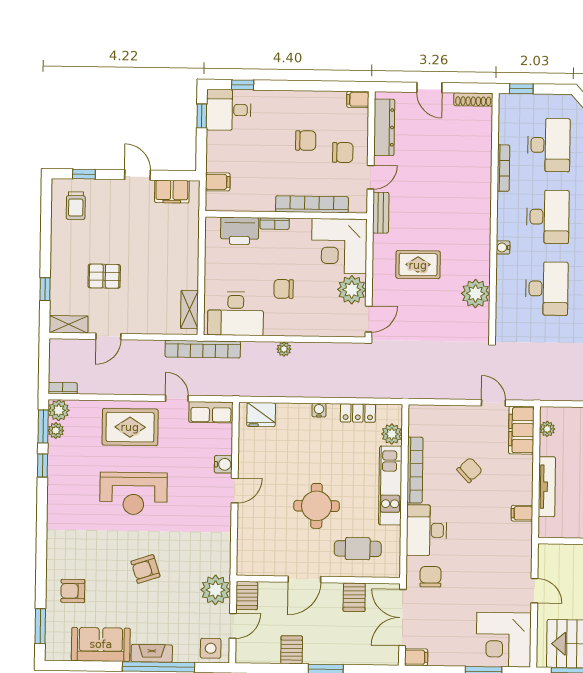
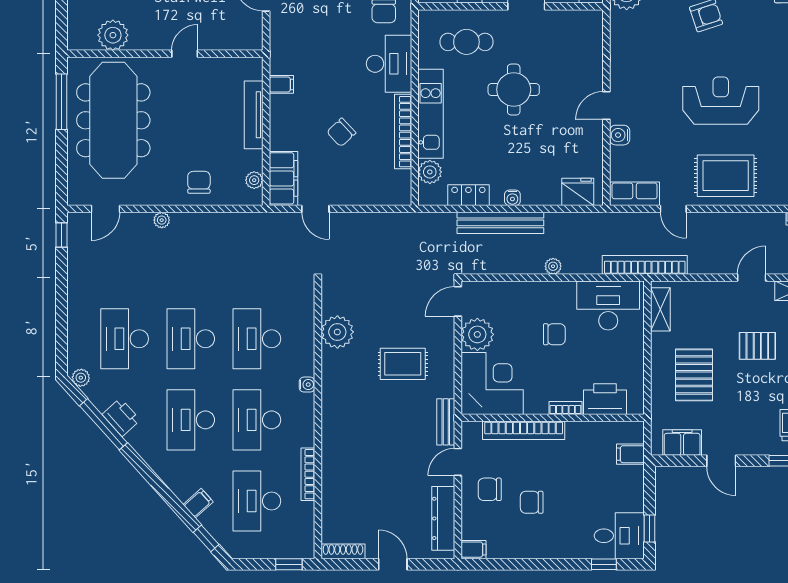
pallet: (161, 251) -> (694, 375), added
bench: (330, 388) -> (500, 223), added

